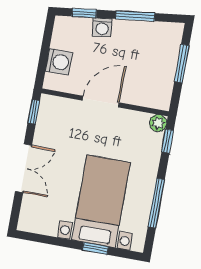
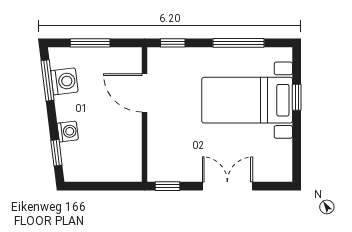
window: (135, 16) -> (48, 80), moved
washing machine: (59, 62) -> (64, 81), moved, turned 83
door: (101, 102) -> (144, 93), moved
plant: (158, 123) -> (156, 56), removed

